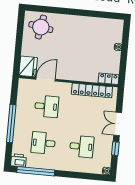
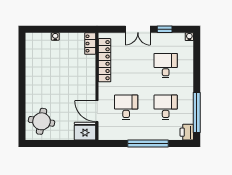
desk: (43, 143) -> (166, 107), turned 180

